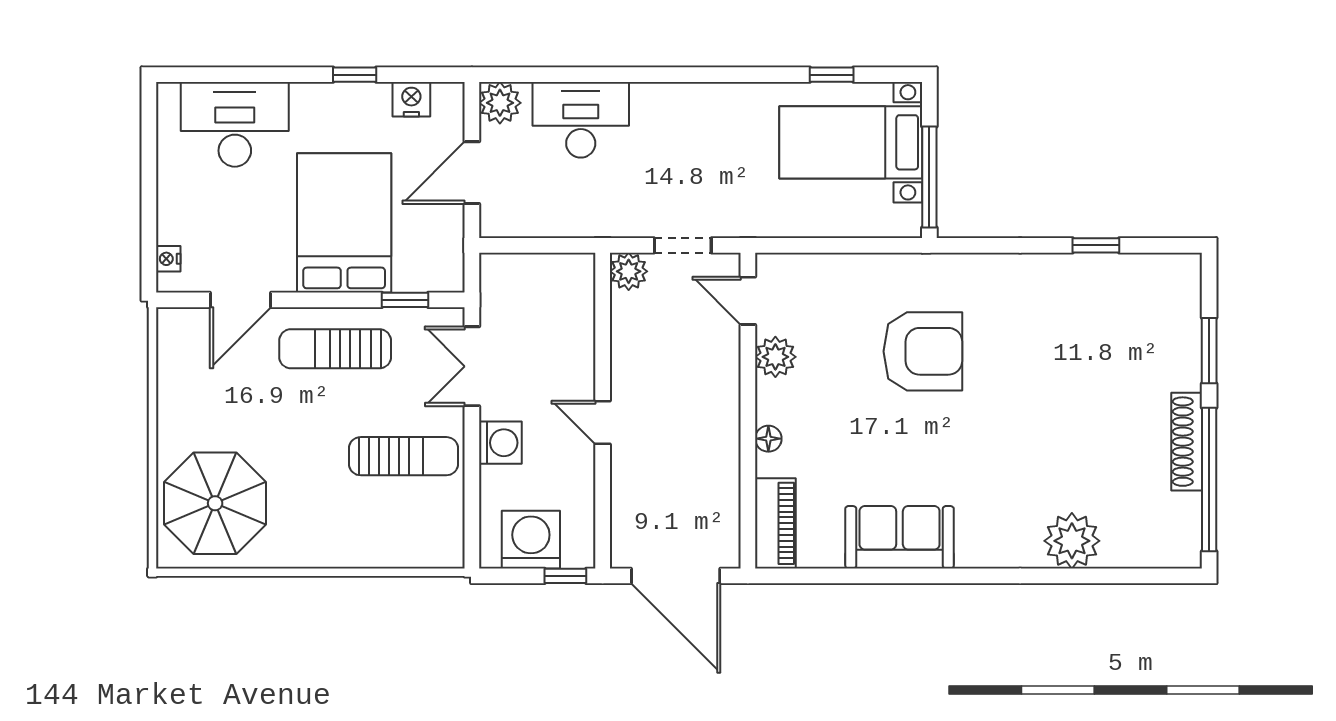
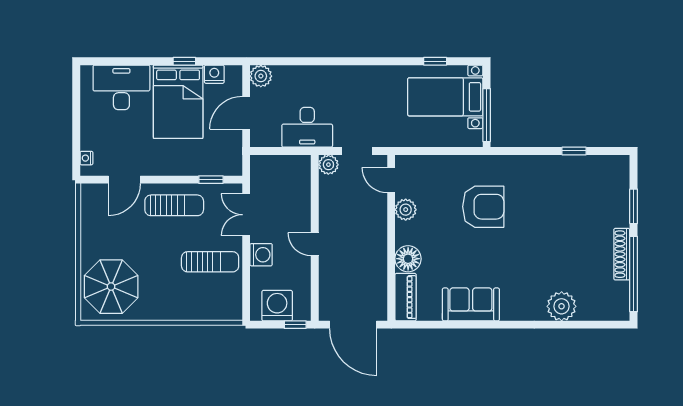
desk: (581, 120) -> (307, 127), moved, turned 180
bed: (344, 223) -> (178, 102), moved, turned 180
sun lounger: (335, 349) -> (174, 205), turned 180
floor lamp: (768, 439) -> (408, 259), width x1.89, depth x1.89

